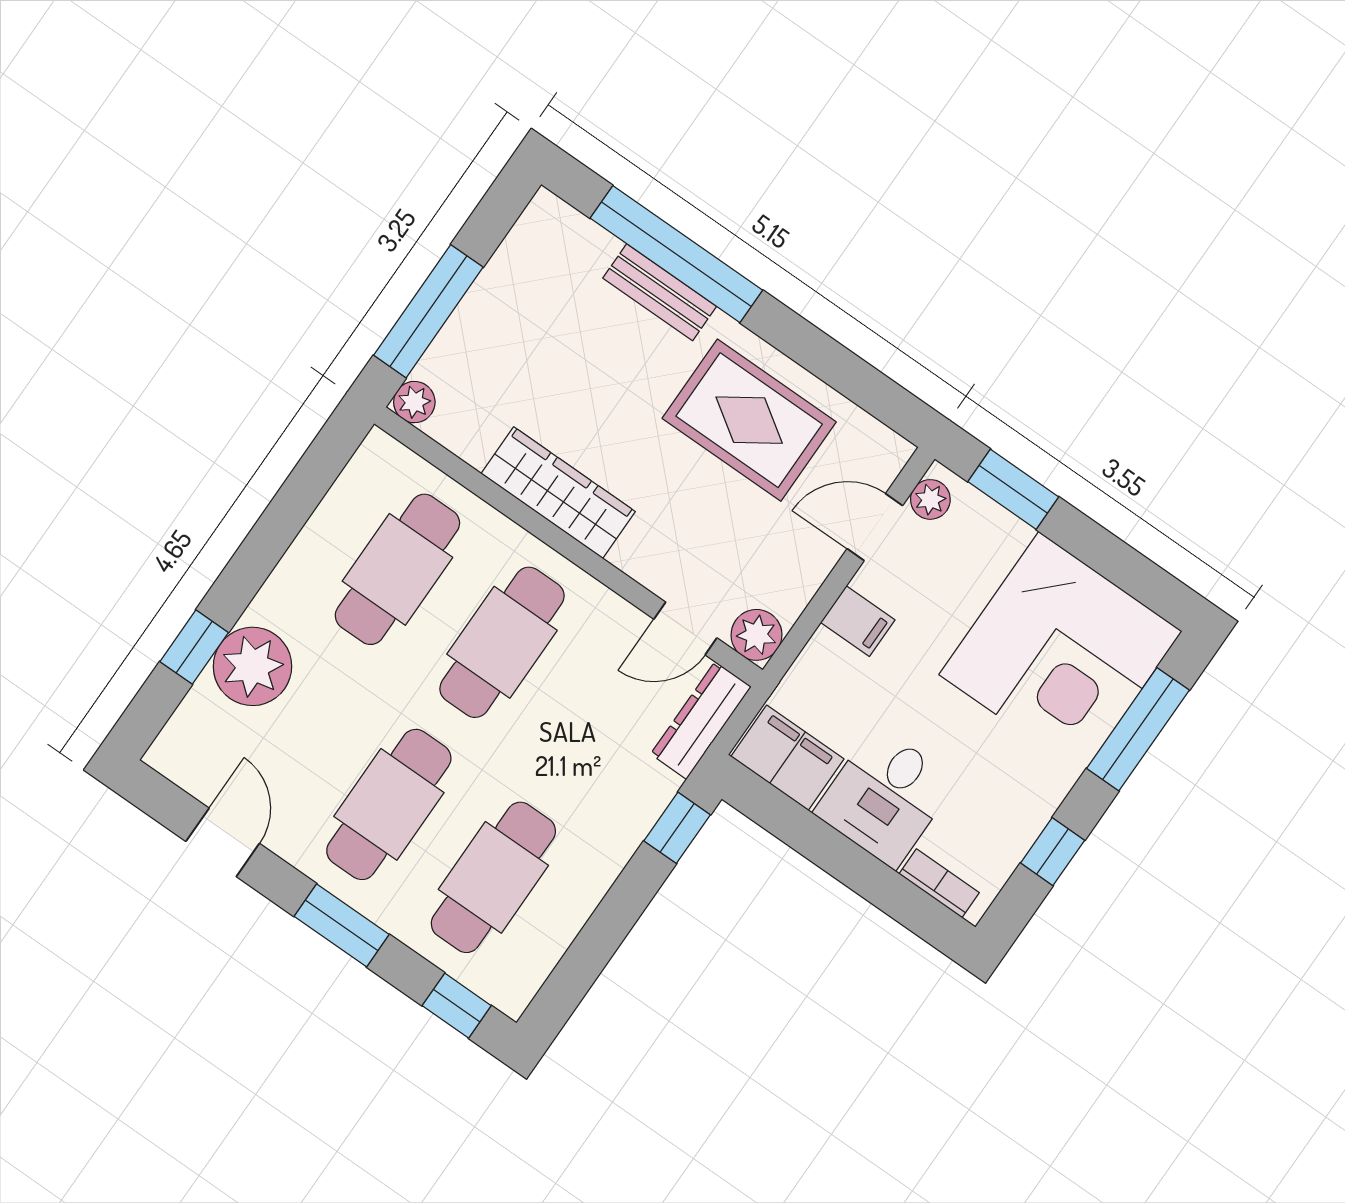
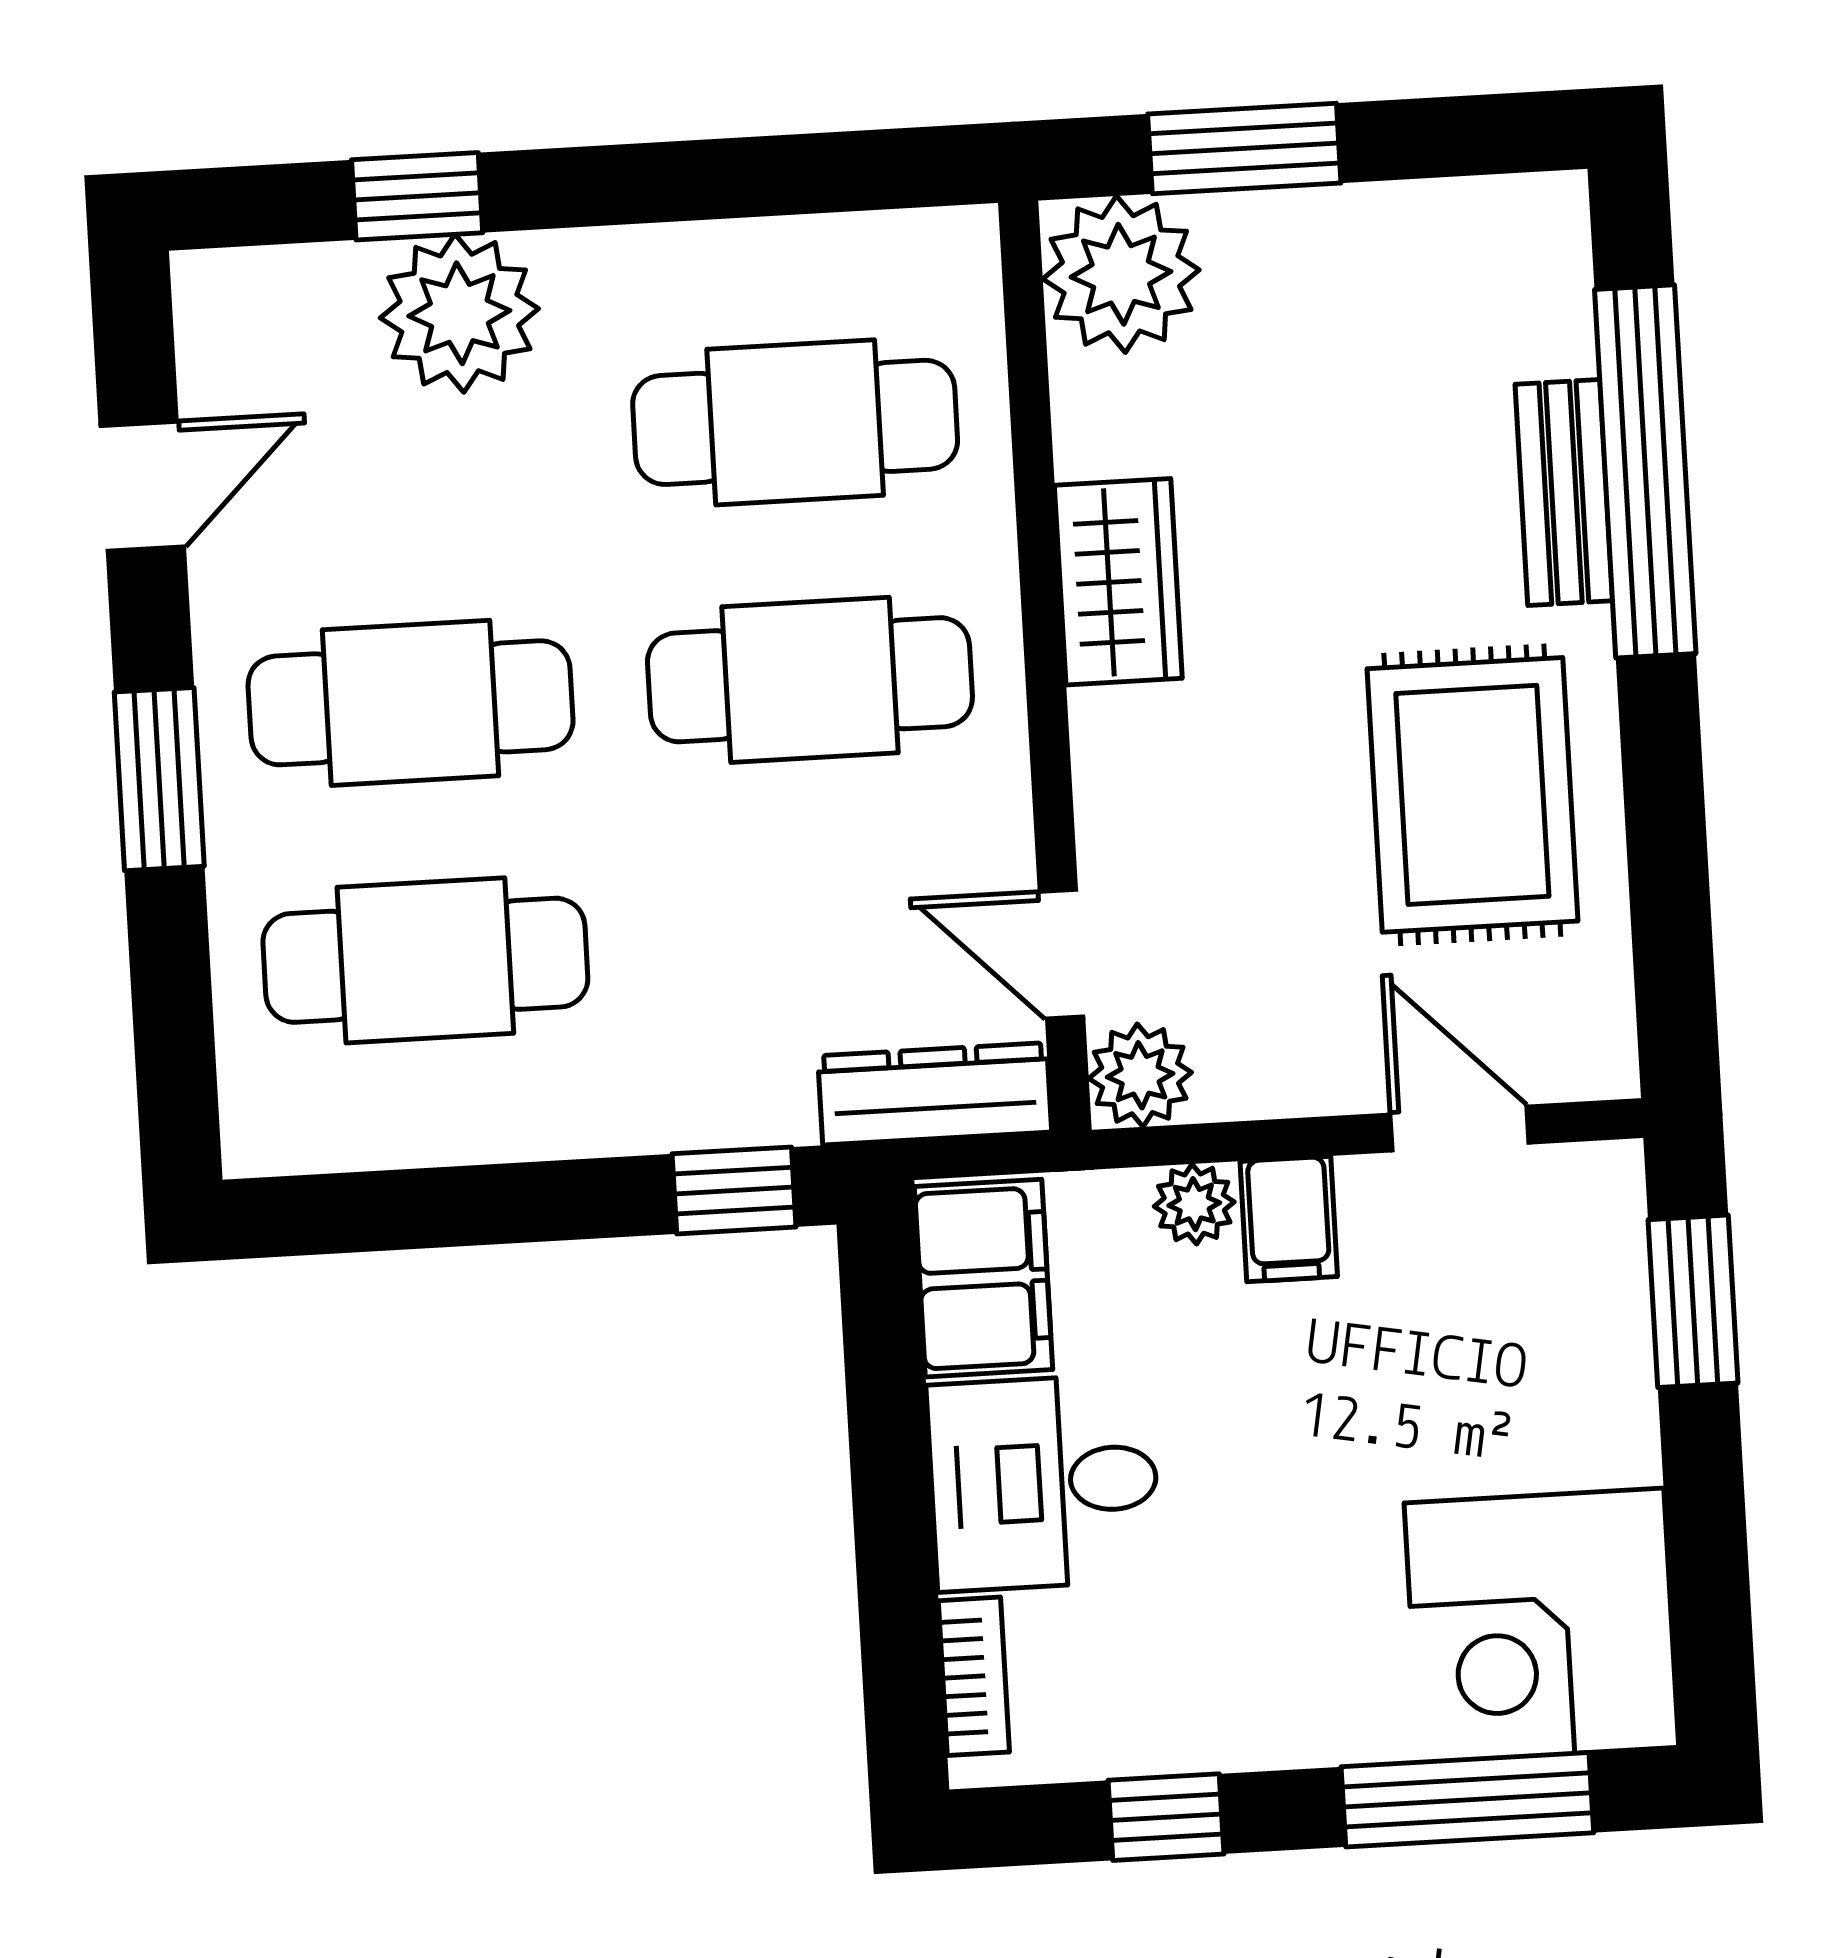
window: (428, 311) -> (1244, 149), width x0.69
plant: (414, 402) -> (1121, 274), width x1.87, depth x1.87
wardrobe: (558, 493) -> (1118, 582), width x0.67
plant: (930, 499) -> (1194, 1204), moved
corner desk: (1060, 653) -> (1541, 1625), width x0.74, depth x0.74
window: (457, 1006) -> (176, 1062), removed

